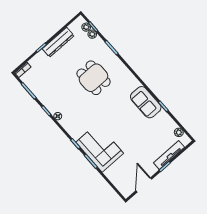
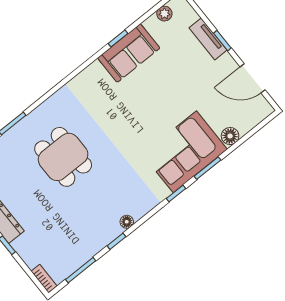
dining table: (93, 78) -> (63, 157), turned 90
sofa: (146, 102) -> (129, 53), moved
tv unit: (169, 155) -> (208, 39), width x0.71
floor lamp: (110, 173) -> (230, 136), added

